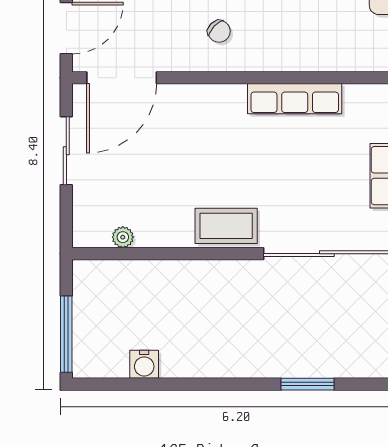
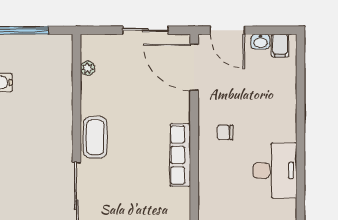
chair: (219, 31) -> (225, 132), turned 46
row of seats: (295, 99) -> (180, 155), moved

